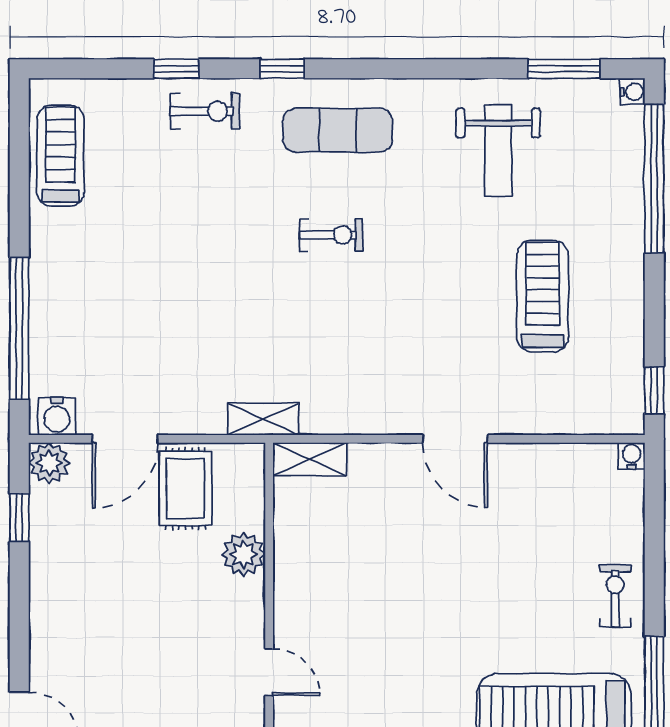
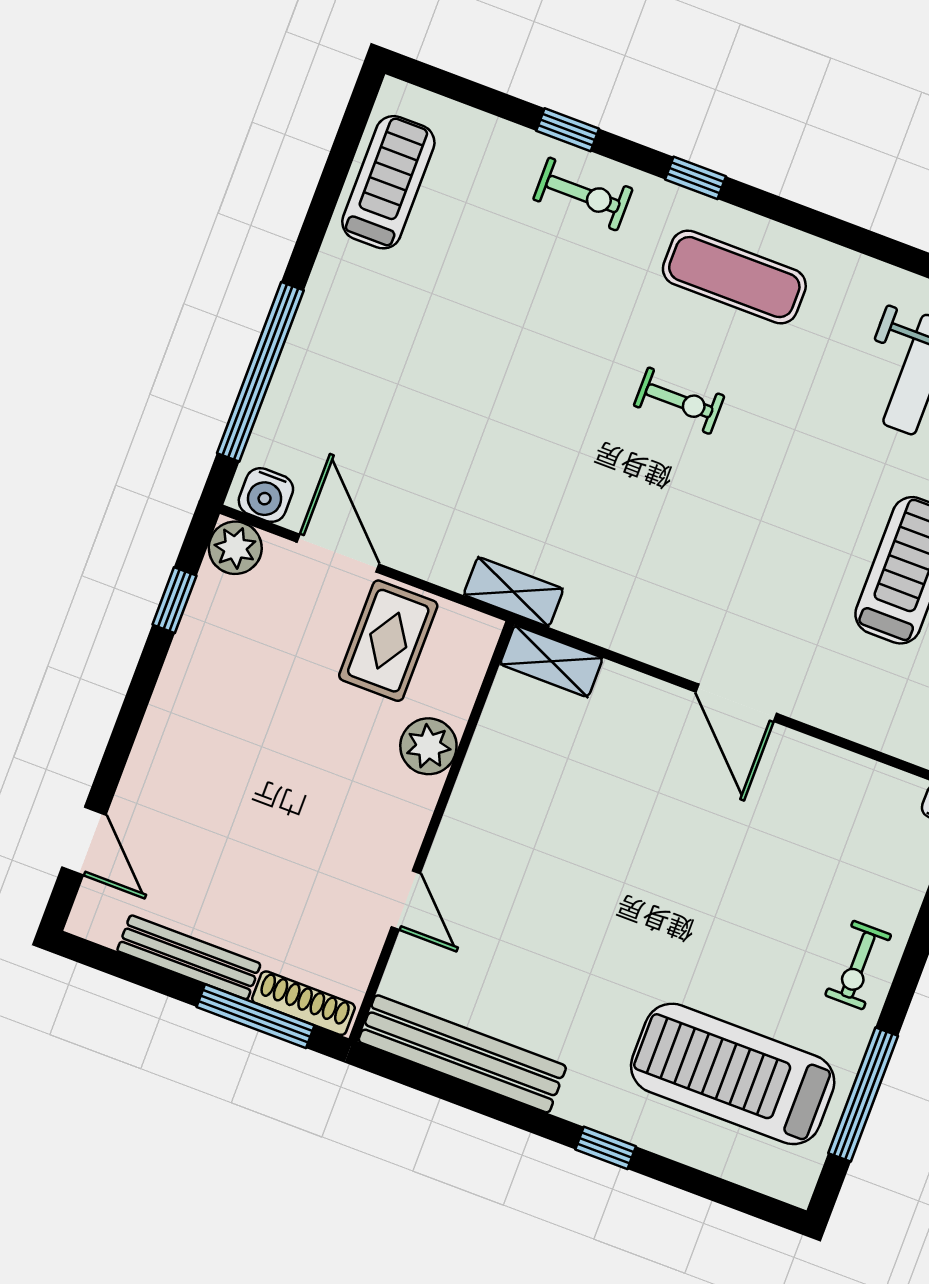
door: (125, 439) -> (338, 553), swing flipped
exercise bike: (615, 596) -> (858, 965), turned 180

